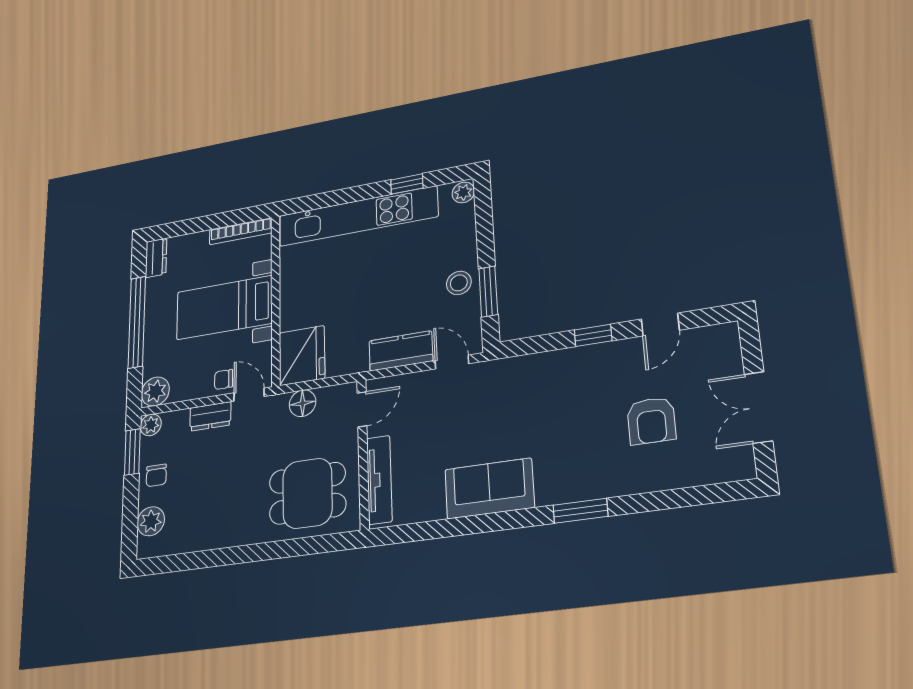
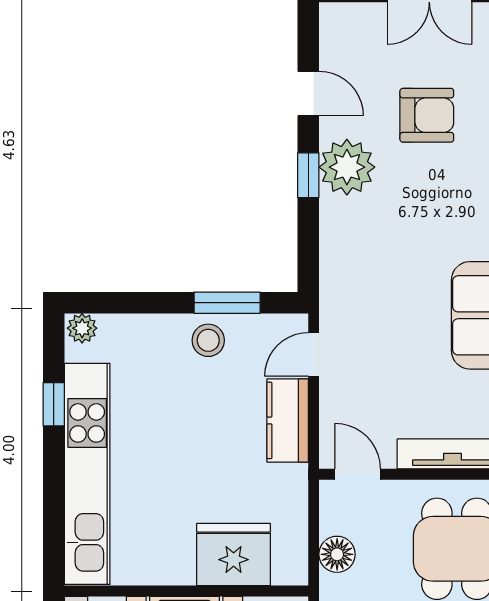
fridge: (302, 356) -> (234, 555), moved
plant: (602, 364) -> (347, 167), added

